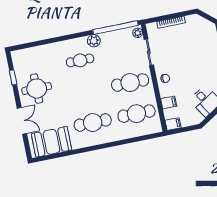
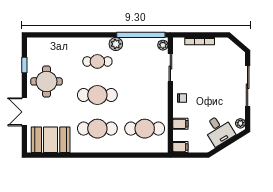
cafe table: (130, 83) -> (97, 95), moved
double door: (22, 121) -> (24, 112), swing flipped

